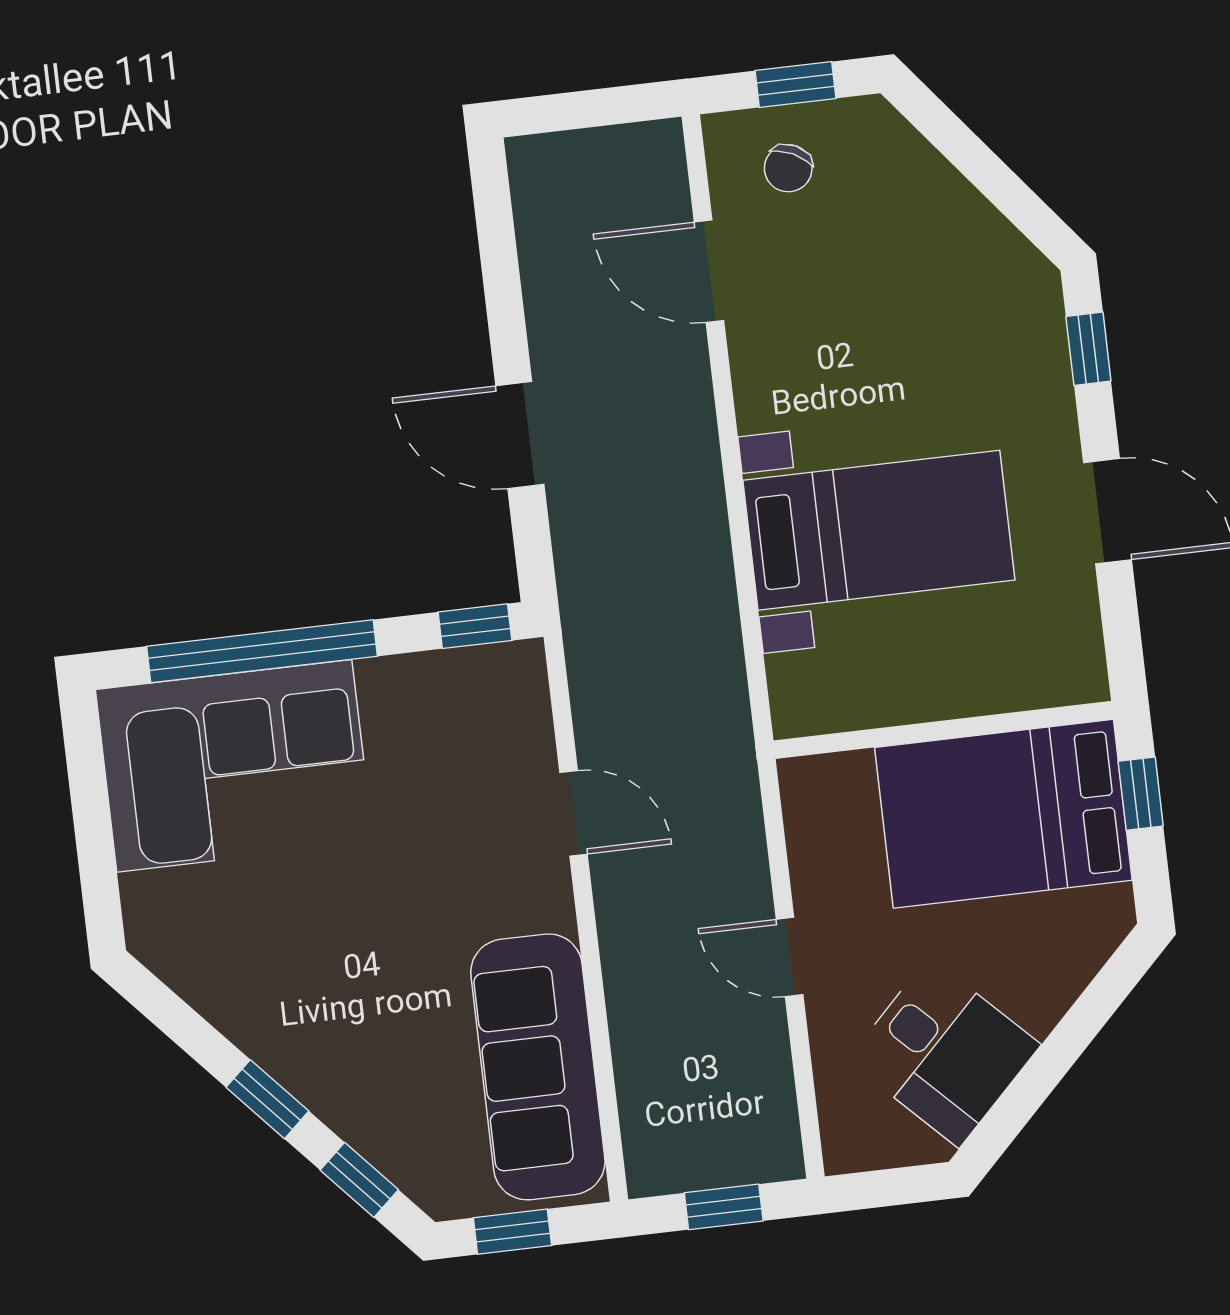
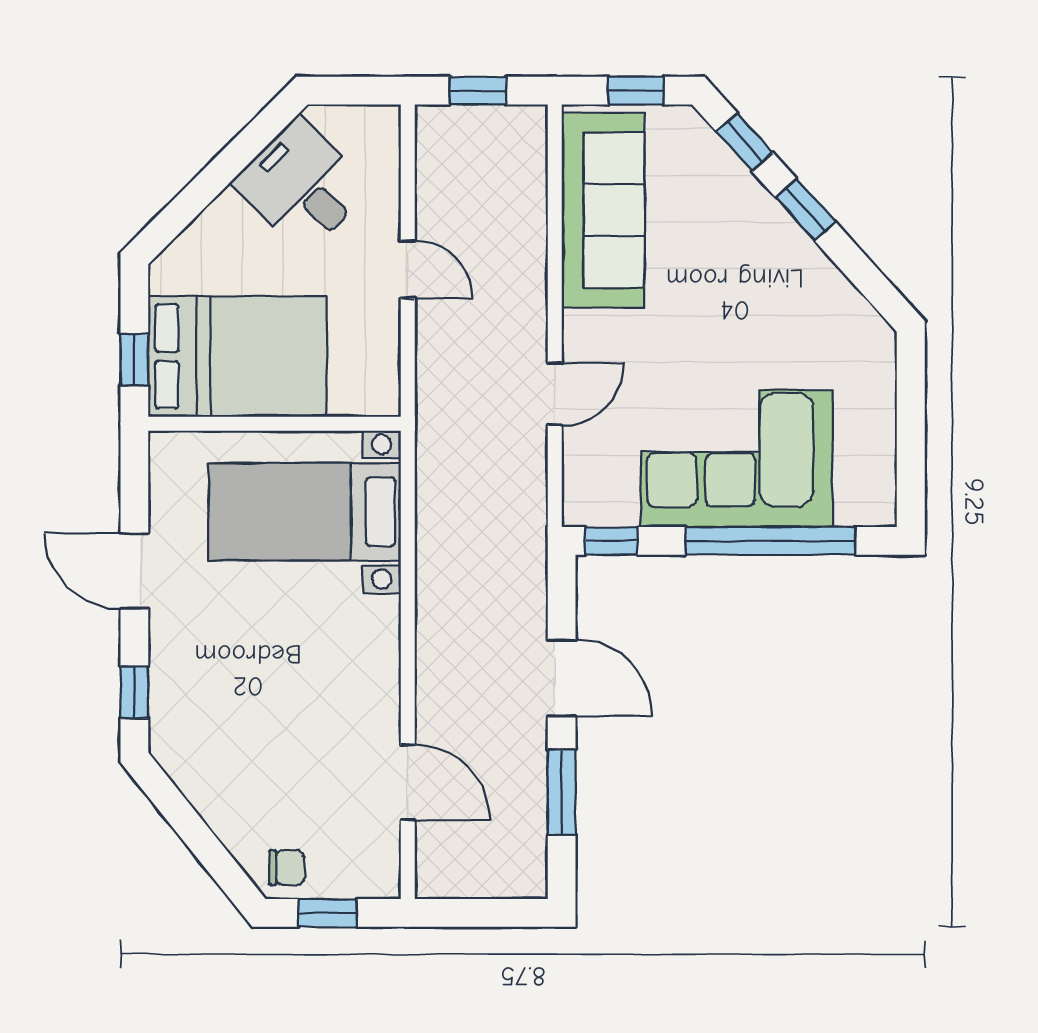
chair: (788, 168) -> (287, 868), moved, turned 64
window: (502, 282) -> (562, 792), added
bed with nightstands: (879, 530) -> (305, 512), moved
corner sofa: (234, 766) -> (737, 459), moved
door: (574, 813) -> (555, 394), swing flipped

